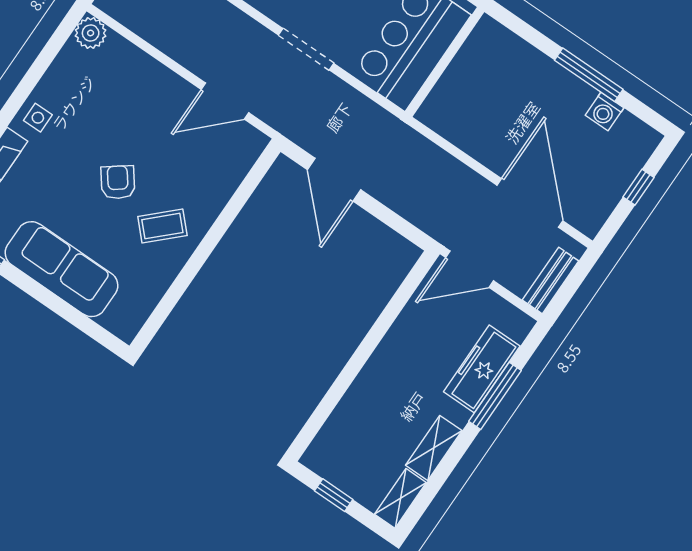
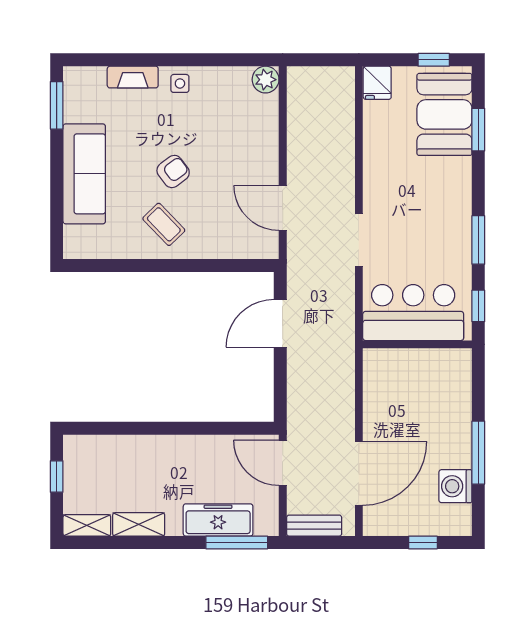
washing machine: (605, 112) -> (455, 486), width x1.38, depth x1.38
window: (495, 396) -> (237, 542), moved

